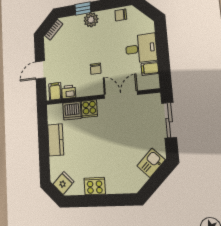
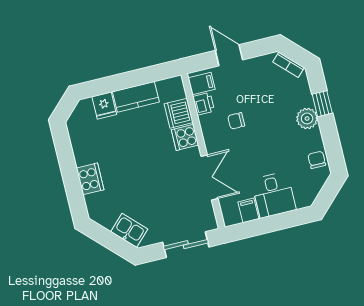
chair: (96, 69) -> (236, 121), moved
fridge: (63, 183) -> (104, 106), moved, turned 45
cooker: (95, 186) -> (90, 179), moved

